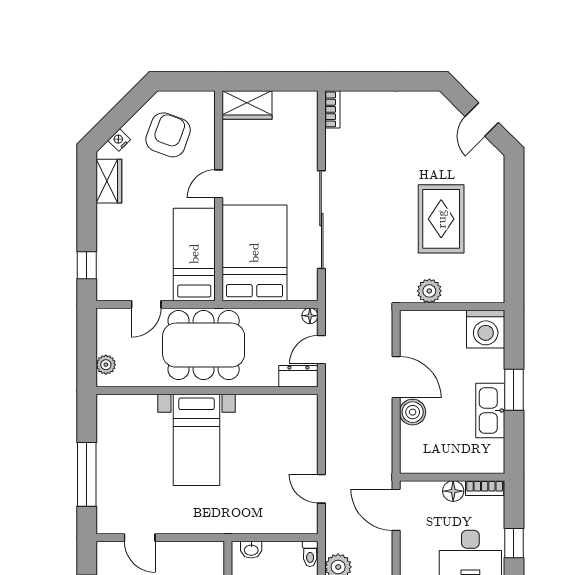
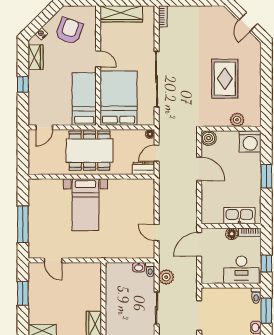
wardrobe: (247, 105) -> (121, 14), width x1.50
door: (219, 184) -> (98, 59), swing flipped
window: (87, 265) -> (23, 84), moved
plant: (429, 291) -> (237, 120), moved
door: (146, 304) -> (44, 127), moved
plant: (106, 365) -> (34, 162), removed
kitchen sink: (490, 410) -> (239, 216), moved, turned 90
boiler: (413, 412) -> (209, 138), moved
door: (396, 510) -> (199, 245), hinge flipped
washbasin: (251, 550) -> (139, 267), moved

